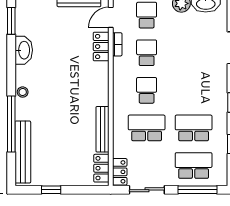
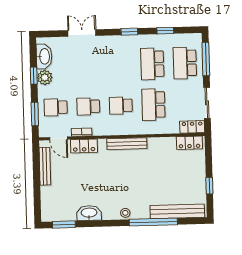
bench: (102, 129) -> (127, 144), moved

